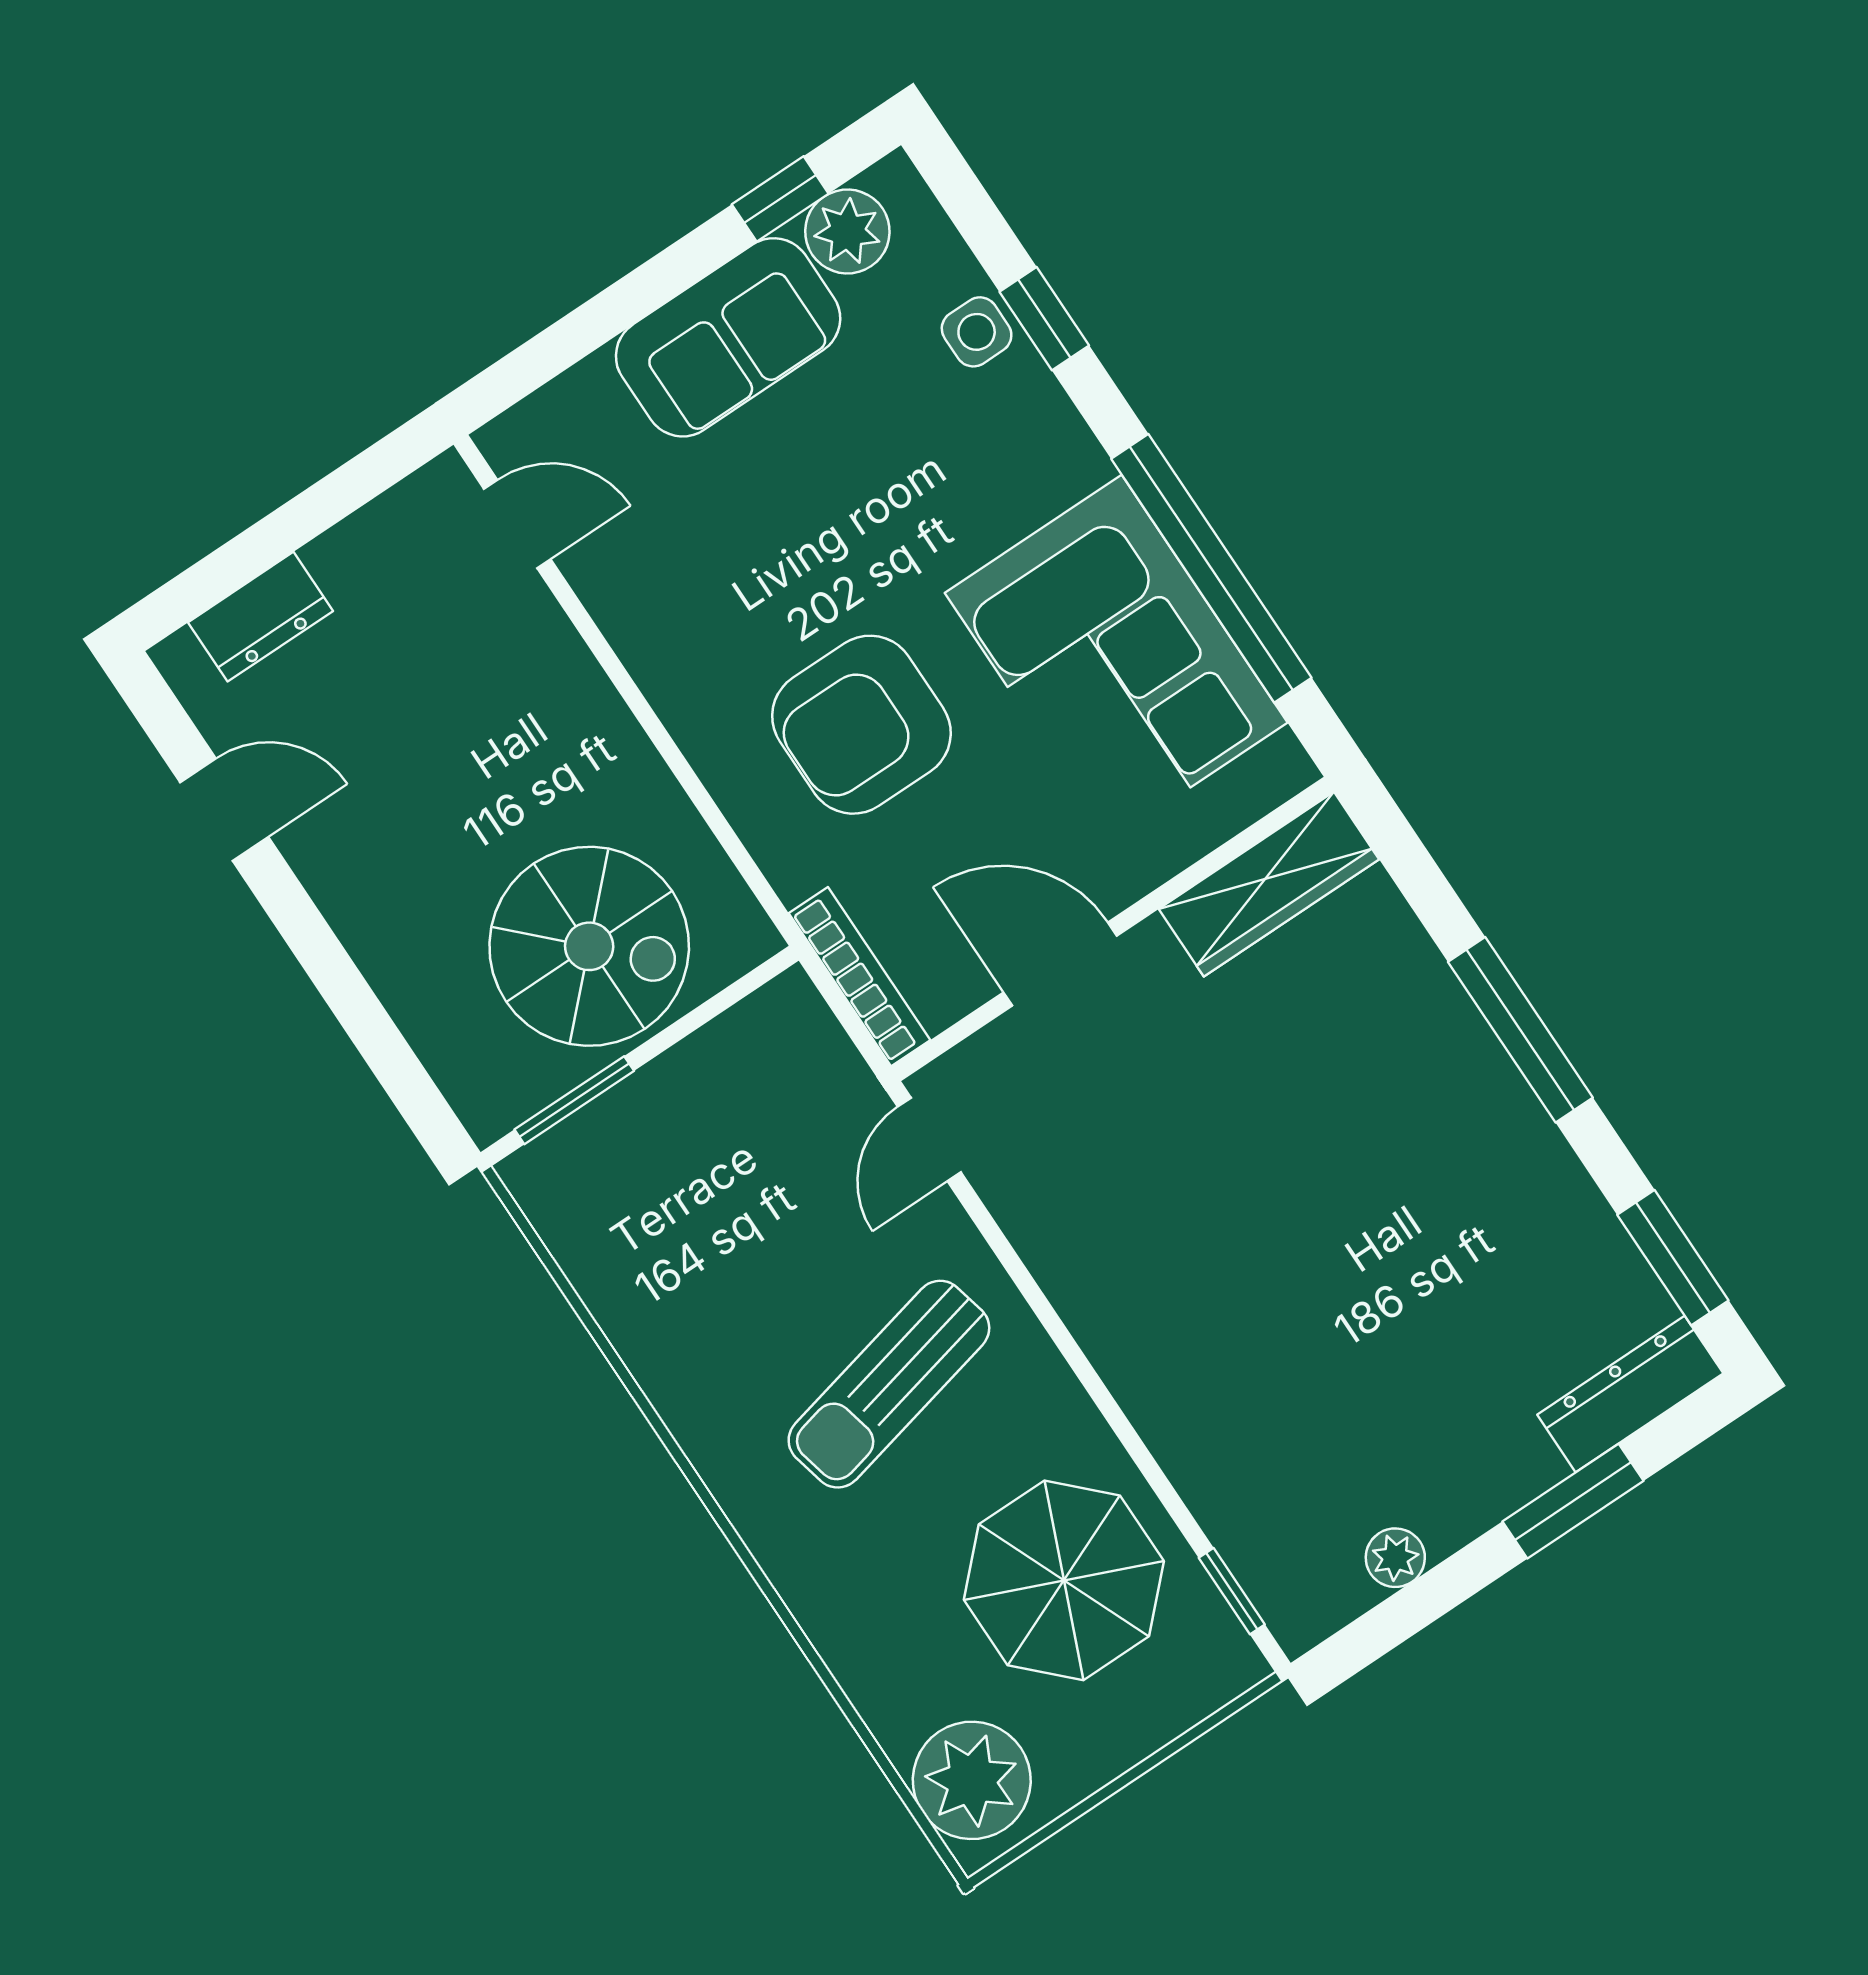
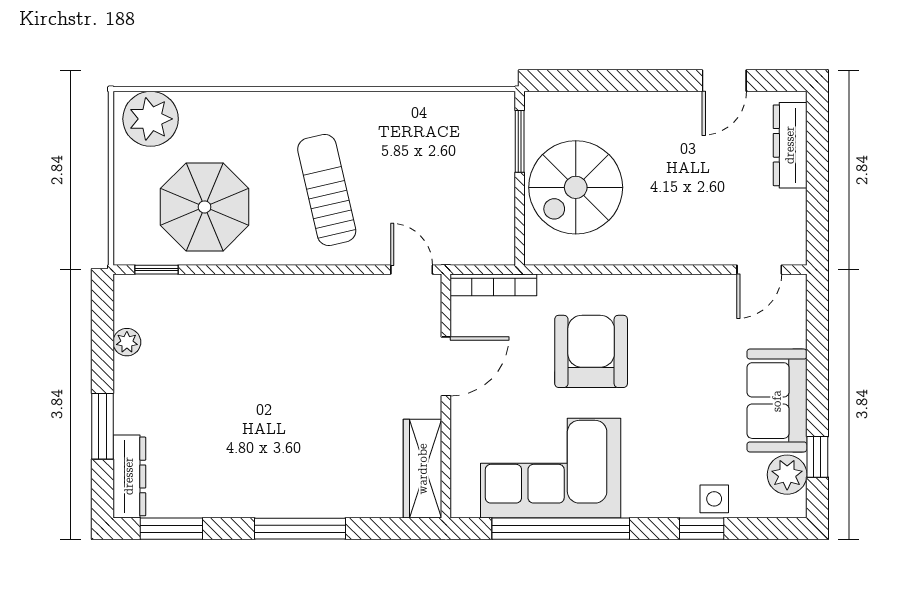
dresser: (261, 617) -> (790, 145), width x1.44

